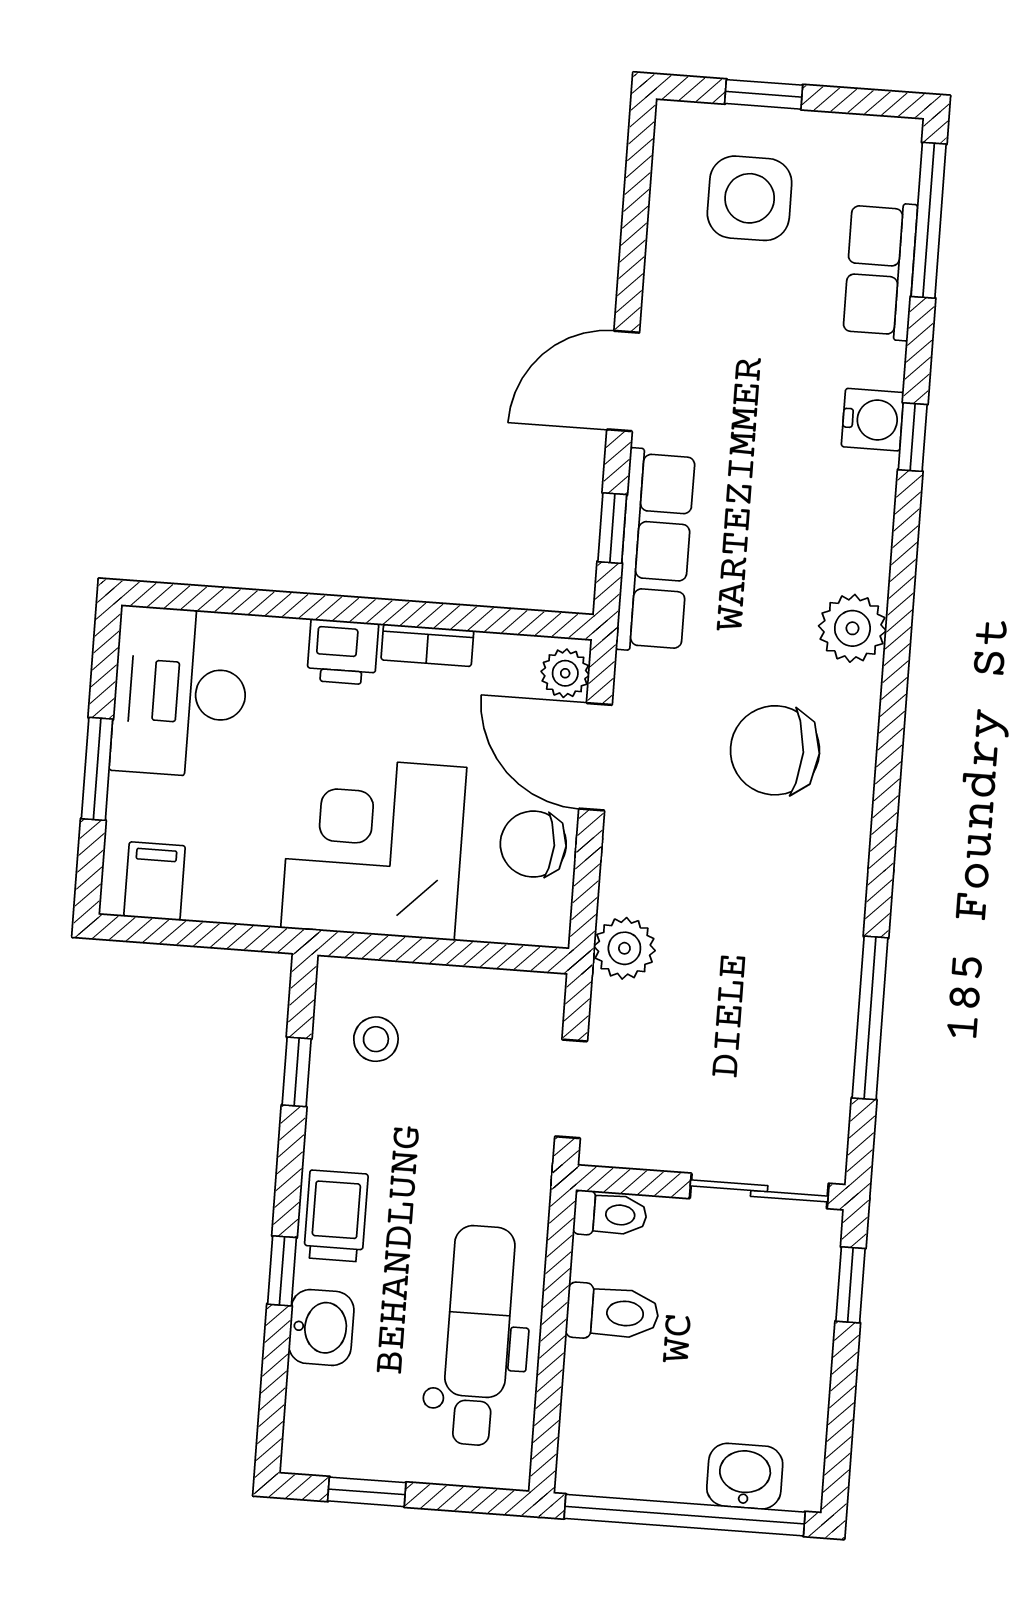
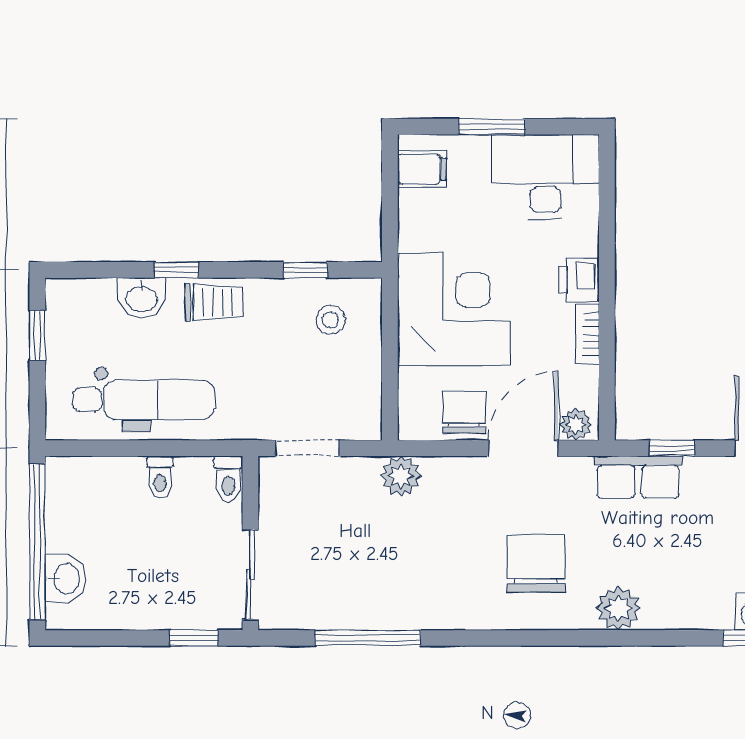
row of seats: (655, 551) -> (638, 477), width x0.68
toilet: (612, 1313) -> (160, 477), width x0.73, depth x0.72

